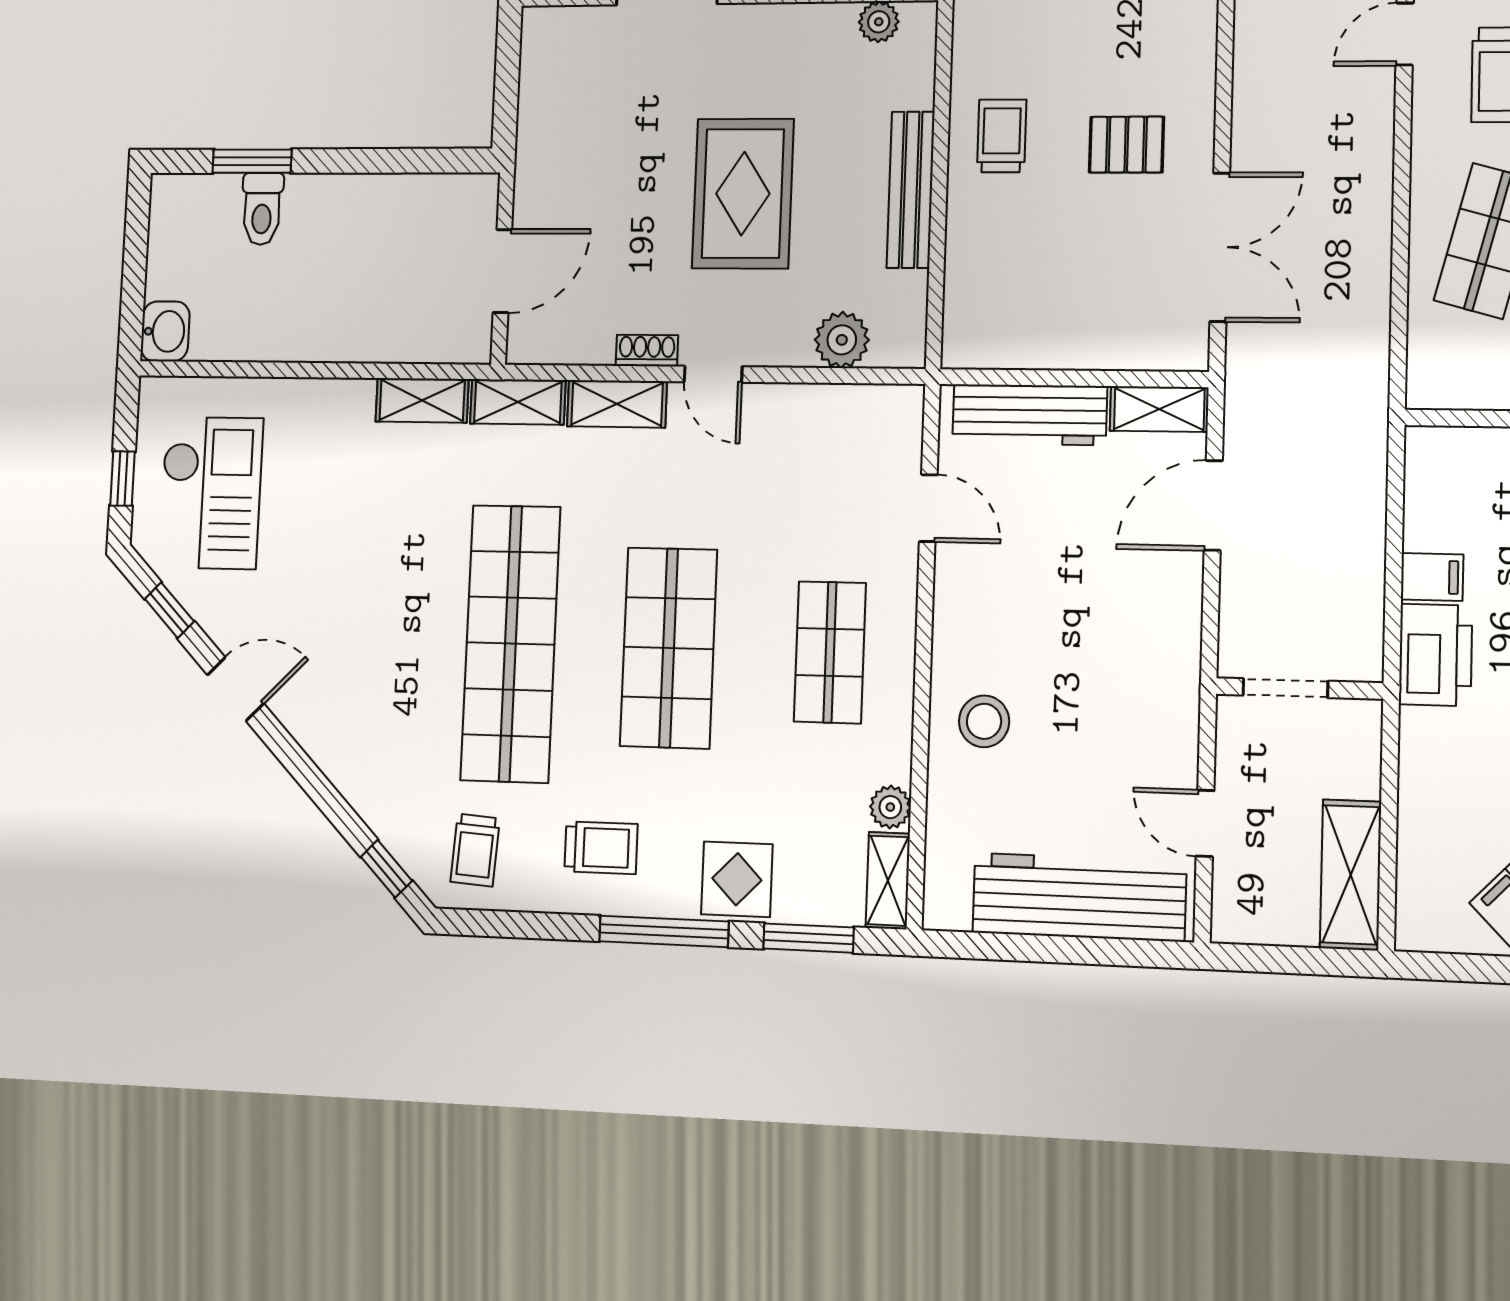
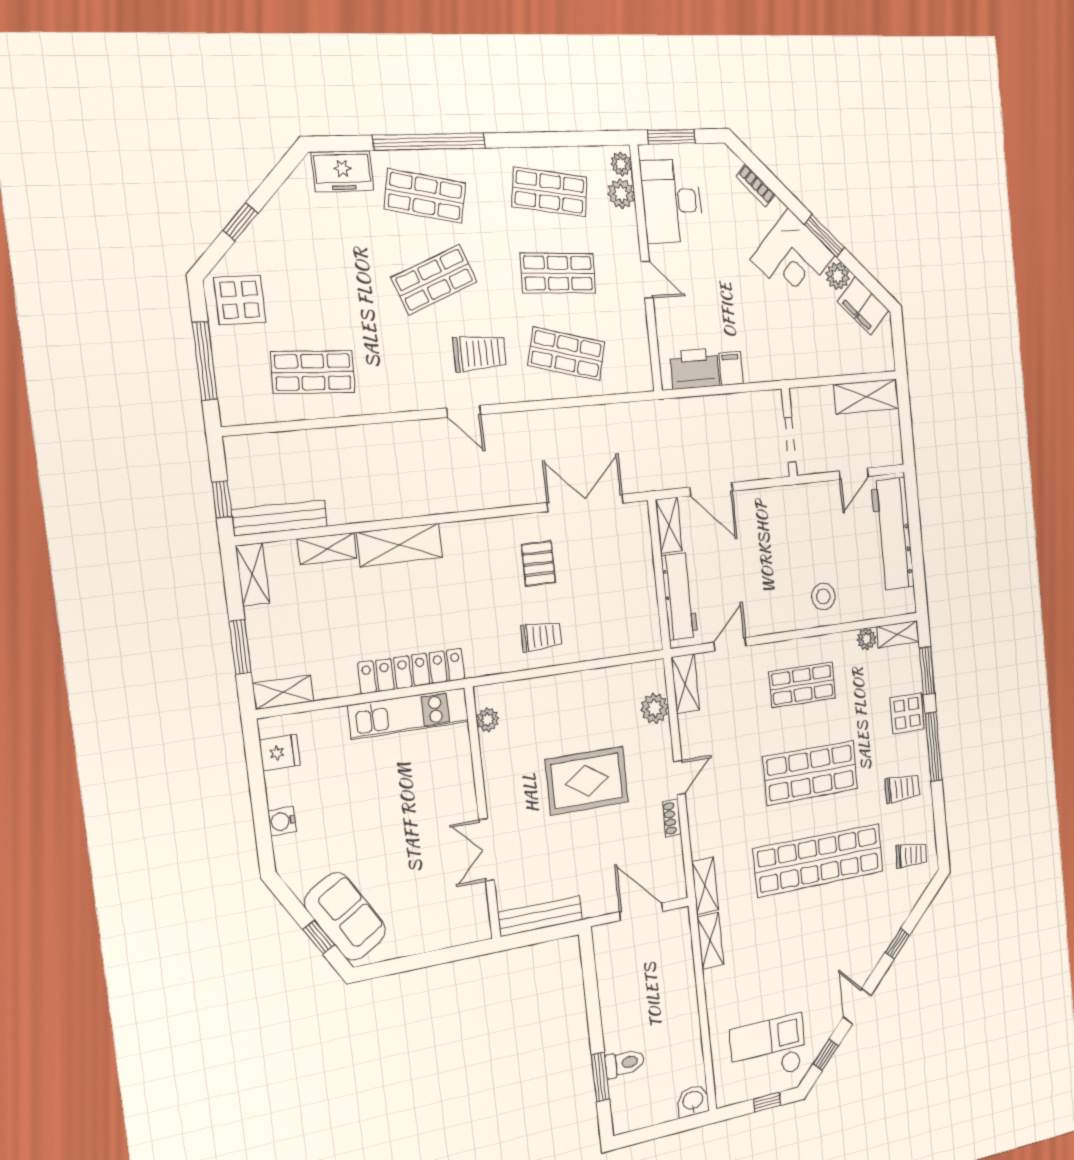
trolley: (1002, 136) -> (541, 636), turned 180
bench: (911, 190) -> (540, 916), moved
shelving: (617, 404) -> (685, 684), moved
printer: (1435, 655) -> (695, 369), moved
trolley: (601, 848) -> (902, 788), turned 90
window: (386, 869) -> (897, 944), moved

